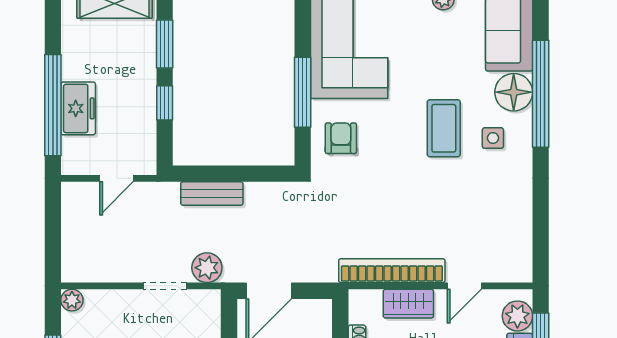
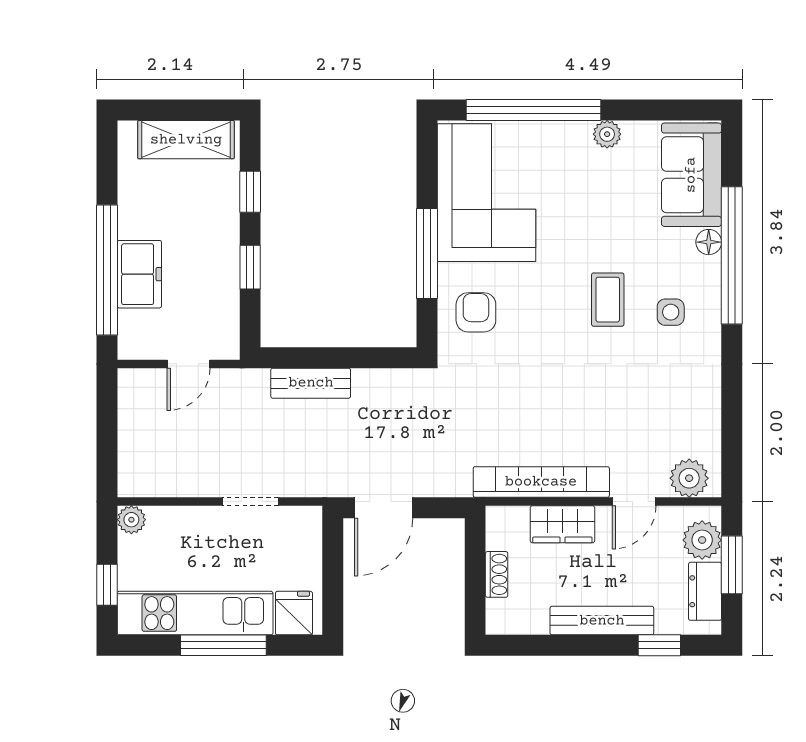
window: (165, 44) -> (250, 192), width x0.67
floor lamp: (514, 92) -> (709, 242), width x0.53, depth x0.53
coffee table: (444, 128) -> (608, 300), width x0.73, depth x0.77
plant: (207, 268) -> (689, 478), moved

